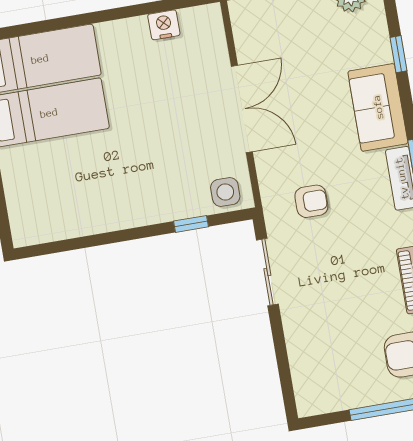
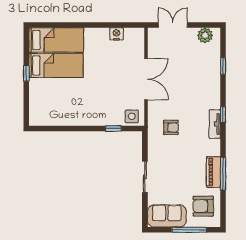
sofa: (378, 107) -> (167, 216), moved, turned 90
sliding door: (267, 272) -> (145, 177), moved

